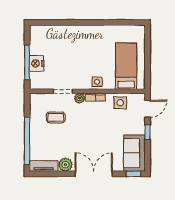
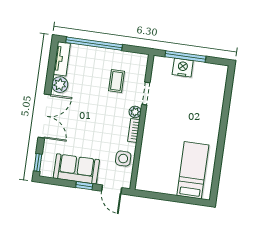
bed: (126, 66) -> (193, 170), moved, turned -90
side table: (97, 82) -> (151, 135), removed
sofa: (134, 153) -> (76, 169), moved

